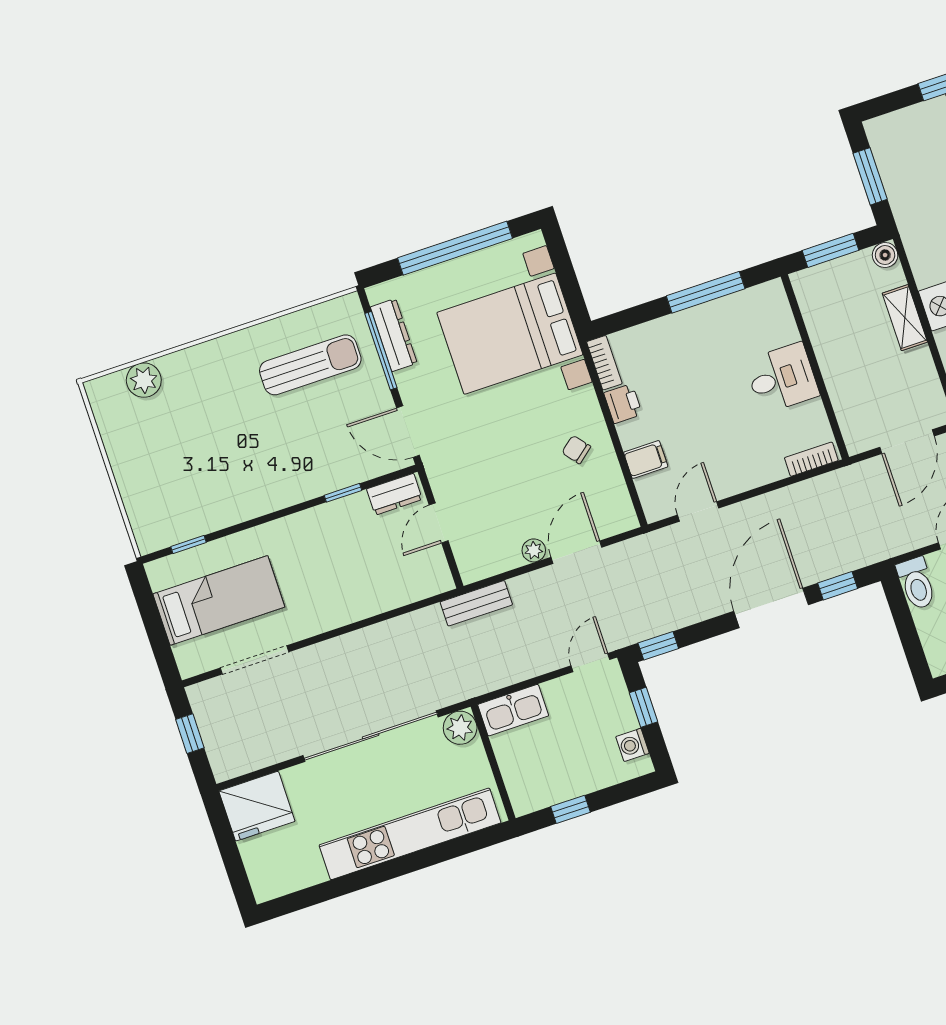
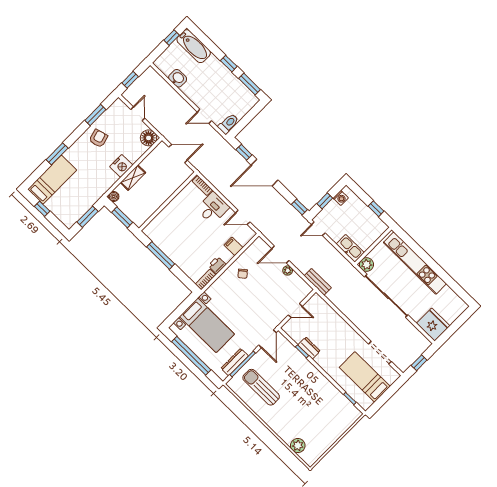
bed with nightstands: (510, 334) -> (207, 325), width x0.73
desk: (782, 378) -> (213, 208), moved, turned 90
dresser: (394, 494) -> (309, 348), moved

